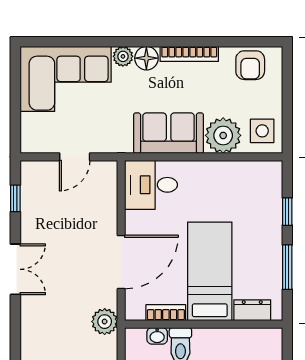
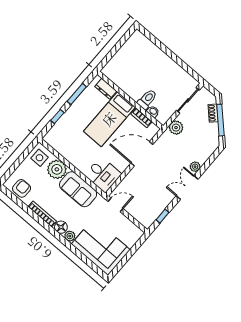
door: (75, 157) -> (116, 205), moved
plant: (30, 309) -> (195, 167), added
plant: (105, 322) -> (176, 128), moved

